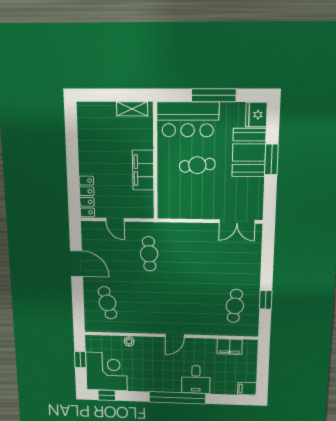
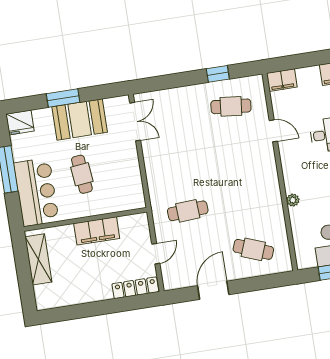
shelving: (132, 109) -> (38, 259), width x1.50, depth x1.33
booth: (249, 153) -> (80, 120), moved
cafe table: (107, 303) -> (253, 249), turned 36
door: (175, 336) -> (273, 131), moved
plant: (129, 341) -> (293, 200), moved
filing cabinet: (230, 347) -> (282, 80), moved, turned 90

